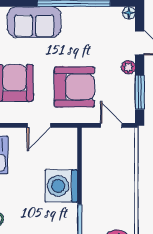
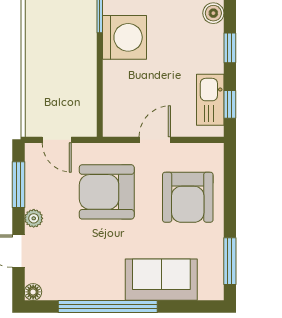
washing machine: (61, 186) -> (125, 37), moved

